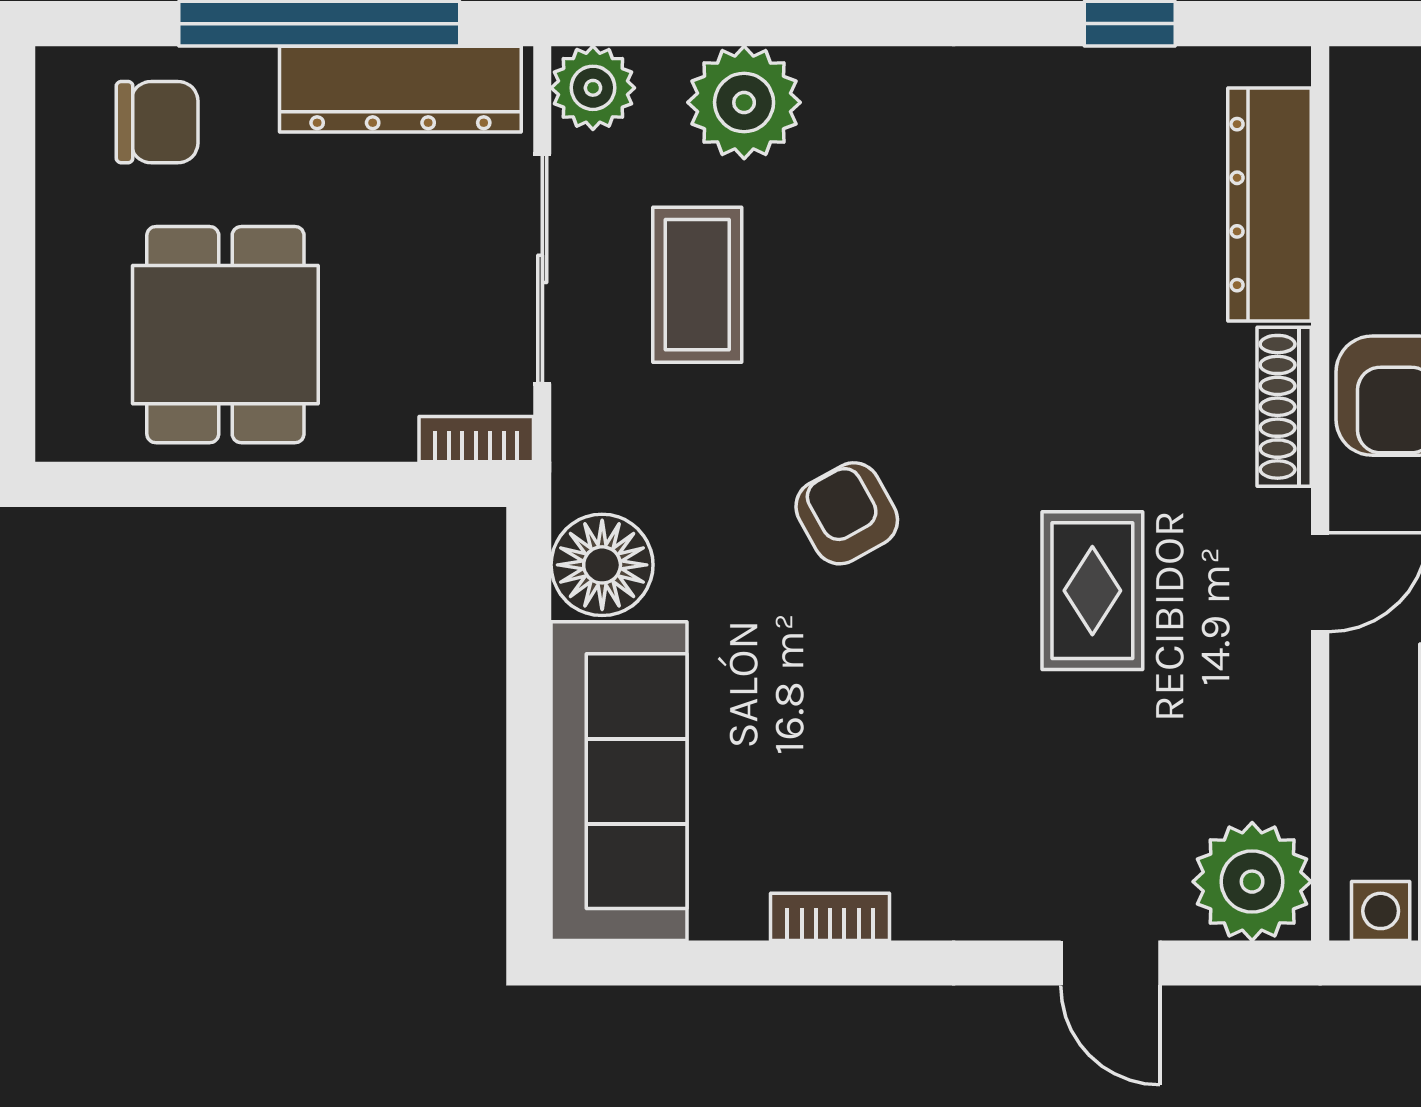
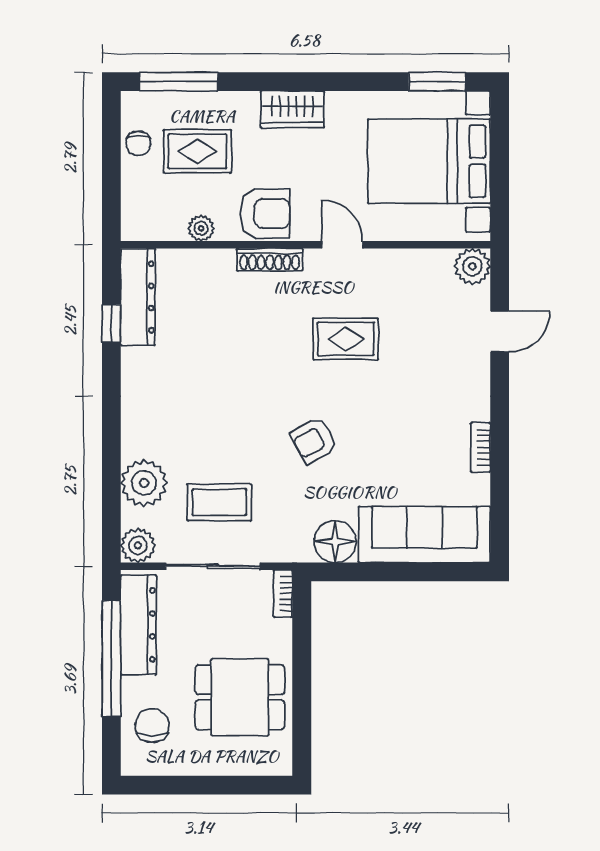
dresser: (1269, 205) -> (138, 297), moved, turned -90
plant: (1360, 241) -> (201, 228), added
plant: (1252, 882) -> (472, 266), width x0.73, depth x0.73

